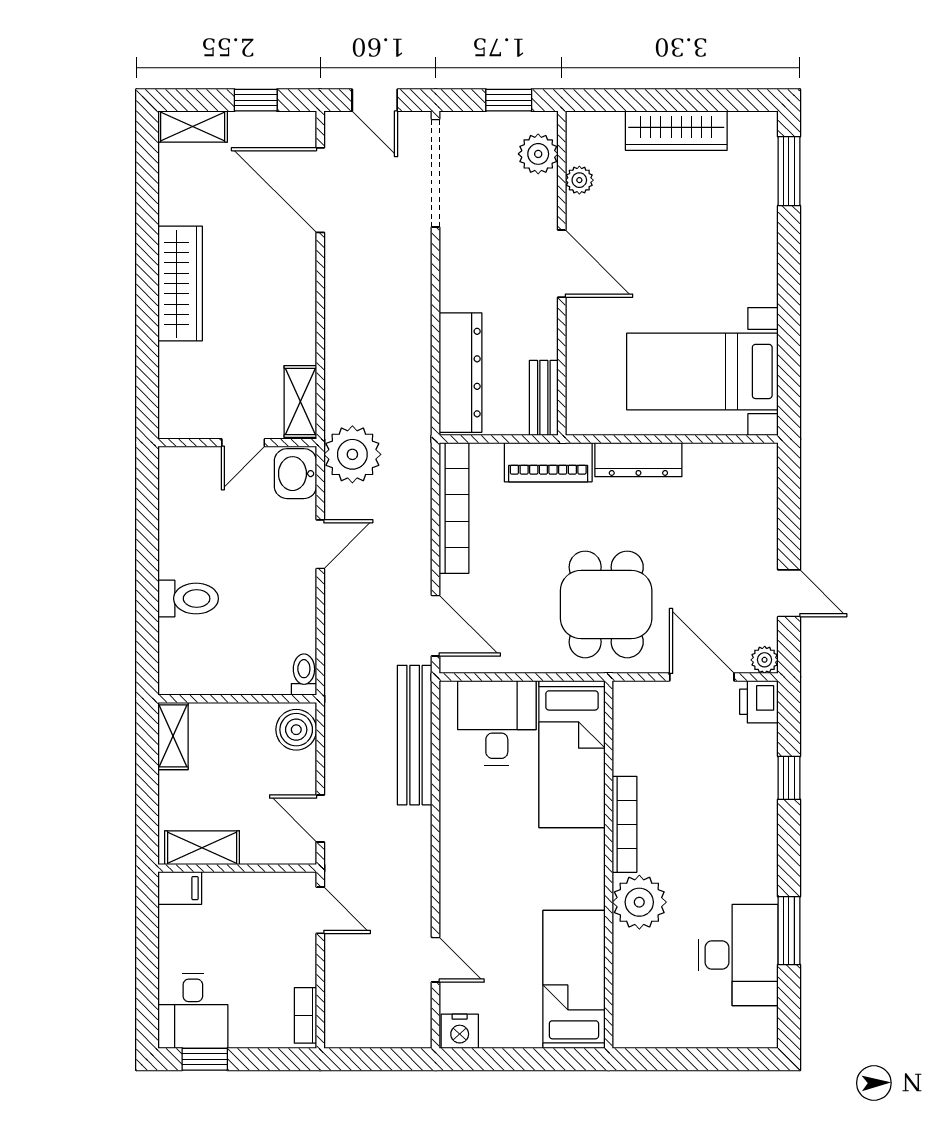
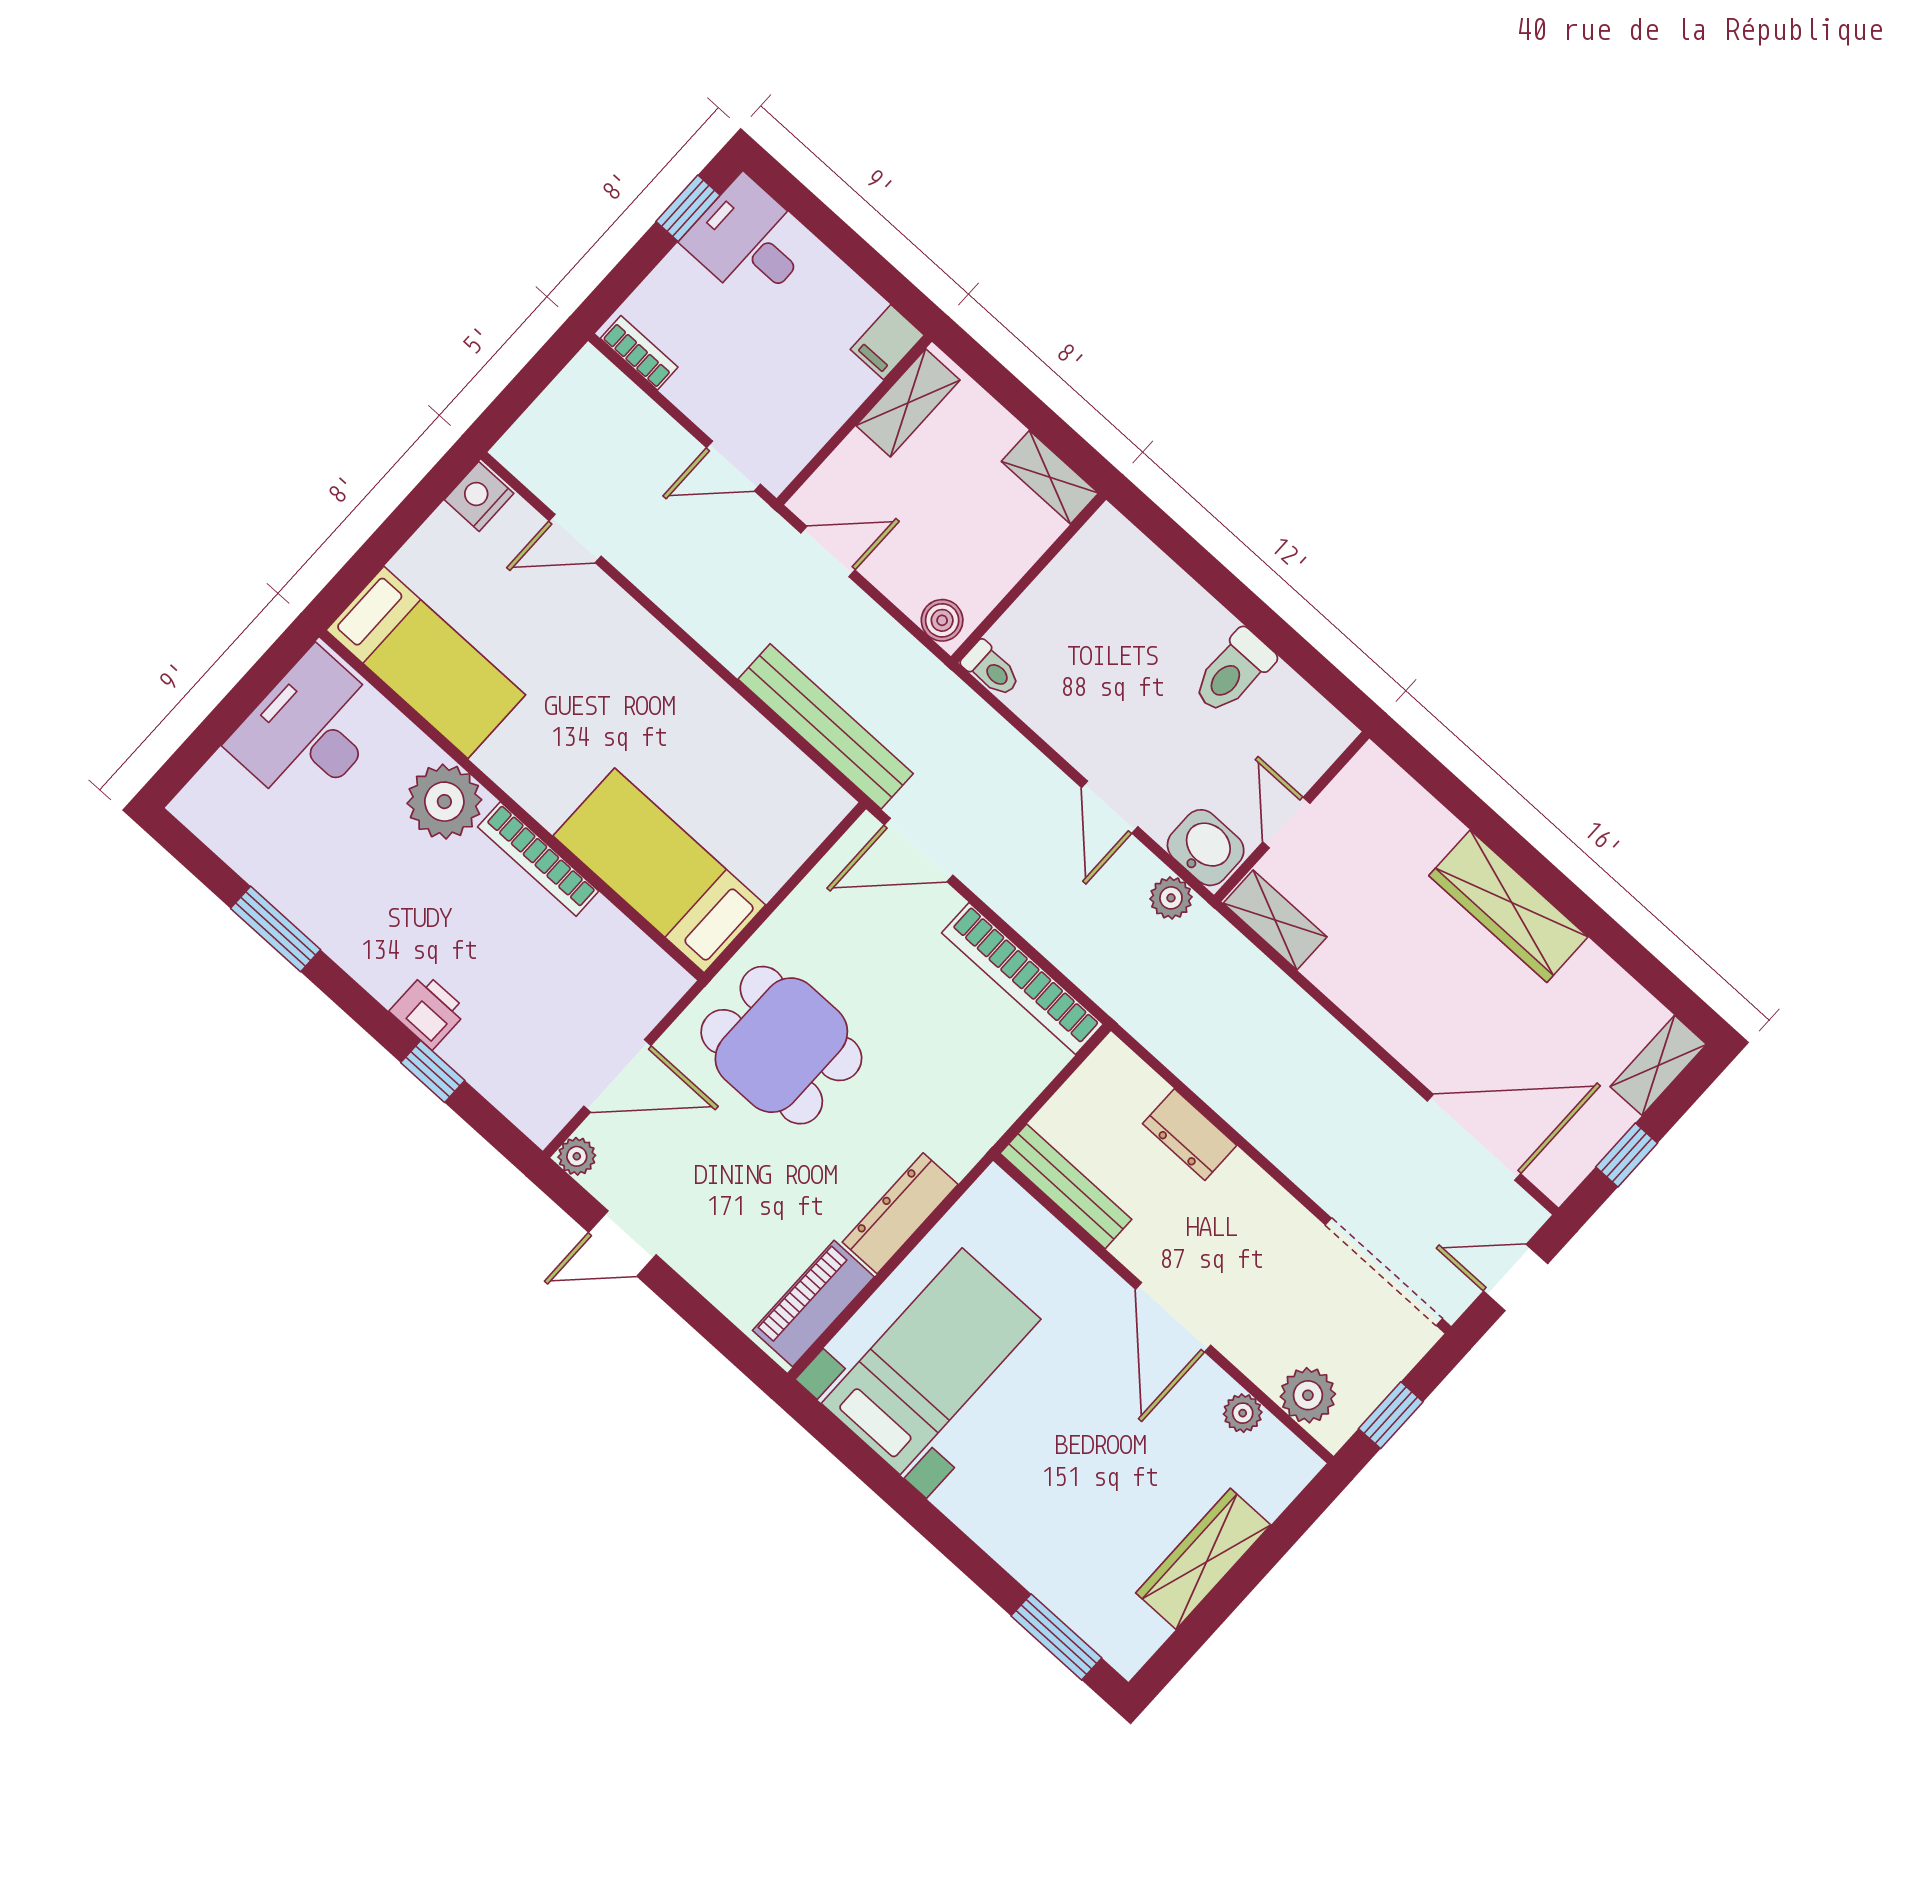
door: (562, 264) -> (1173, 1317), hinge flipped
dresser: (460, 373) -> (1190, 1135), width x0.51, depth x0.80
bench: (544, 398) -> (1066, 1186), width x1.36
plant: (352, 454) -> (1171, 898), width x0.53, depth x0.53
piano: (548, 462) -> (813, 1304), moved
toilet: (188, 599) -> (1233, 672), moved
printer: (759, 702) -> (428, 1011), moved
desk: (497, 723) -> (761, 822), removed
boiler: (296, 730) -> (942, 620), width x0.73, depth x0.73
desk: (738, 955) -> (309, 731), moved, turned 90

